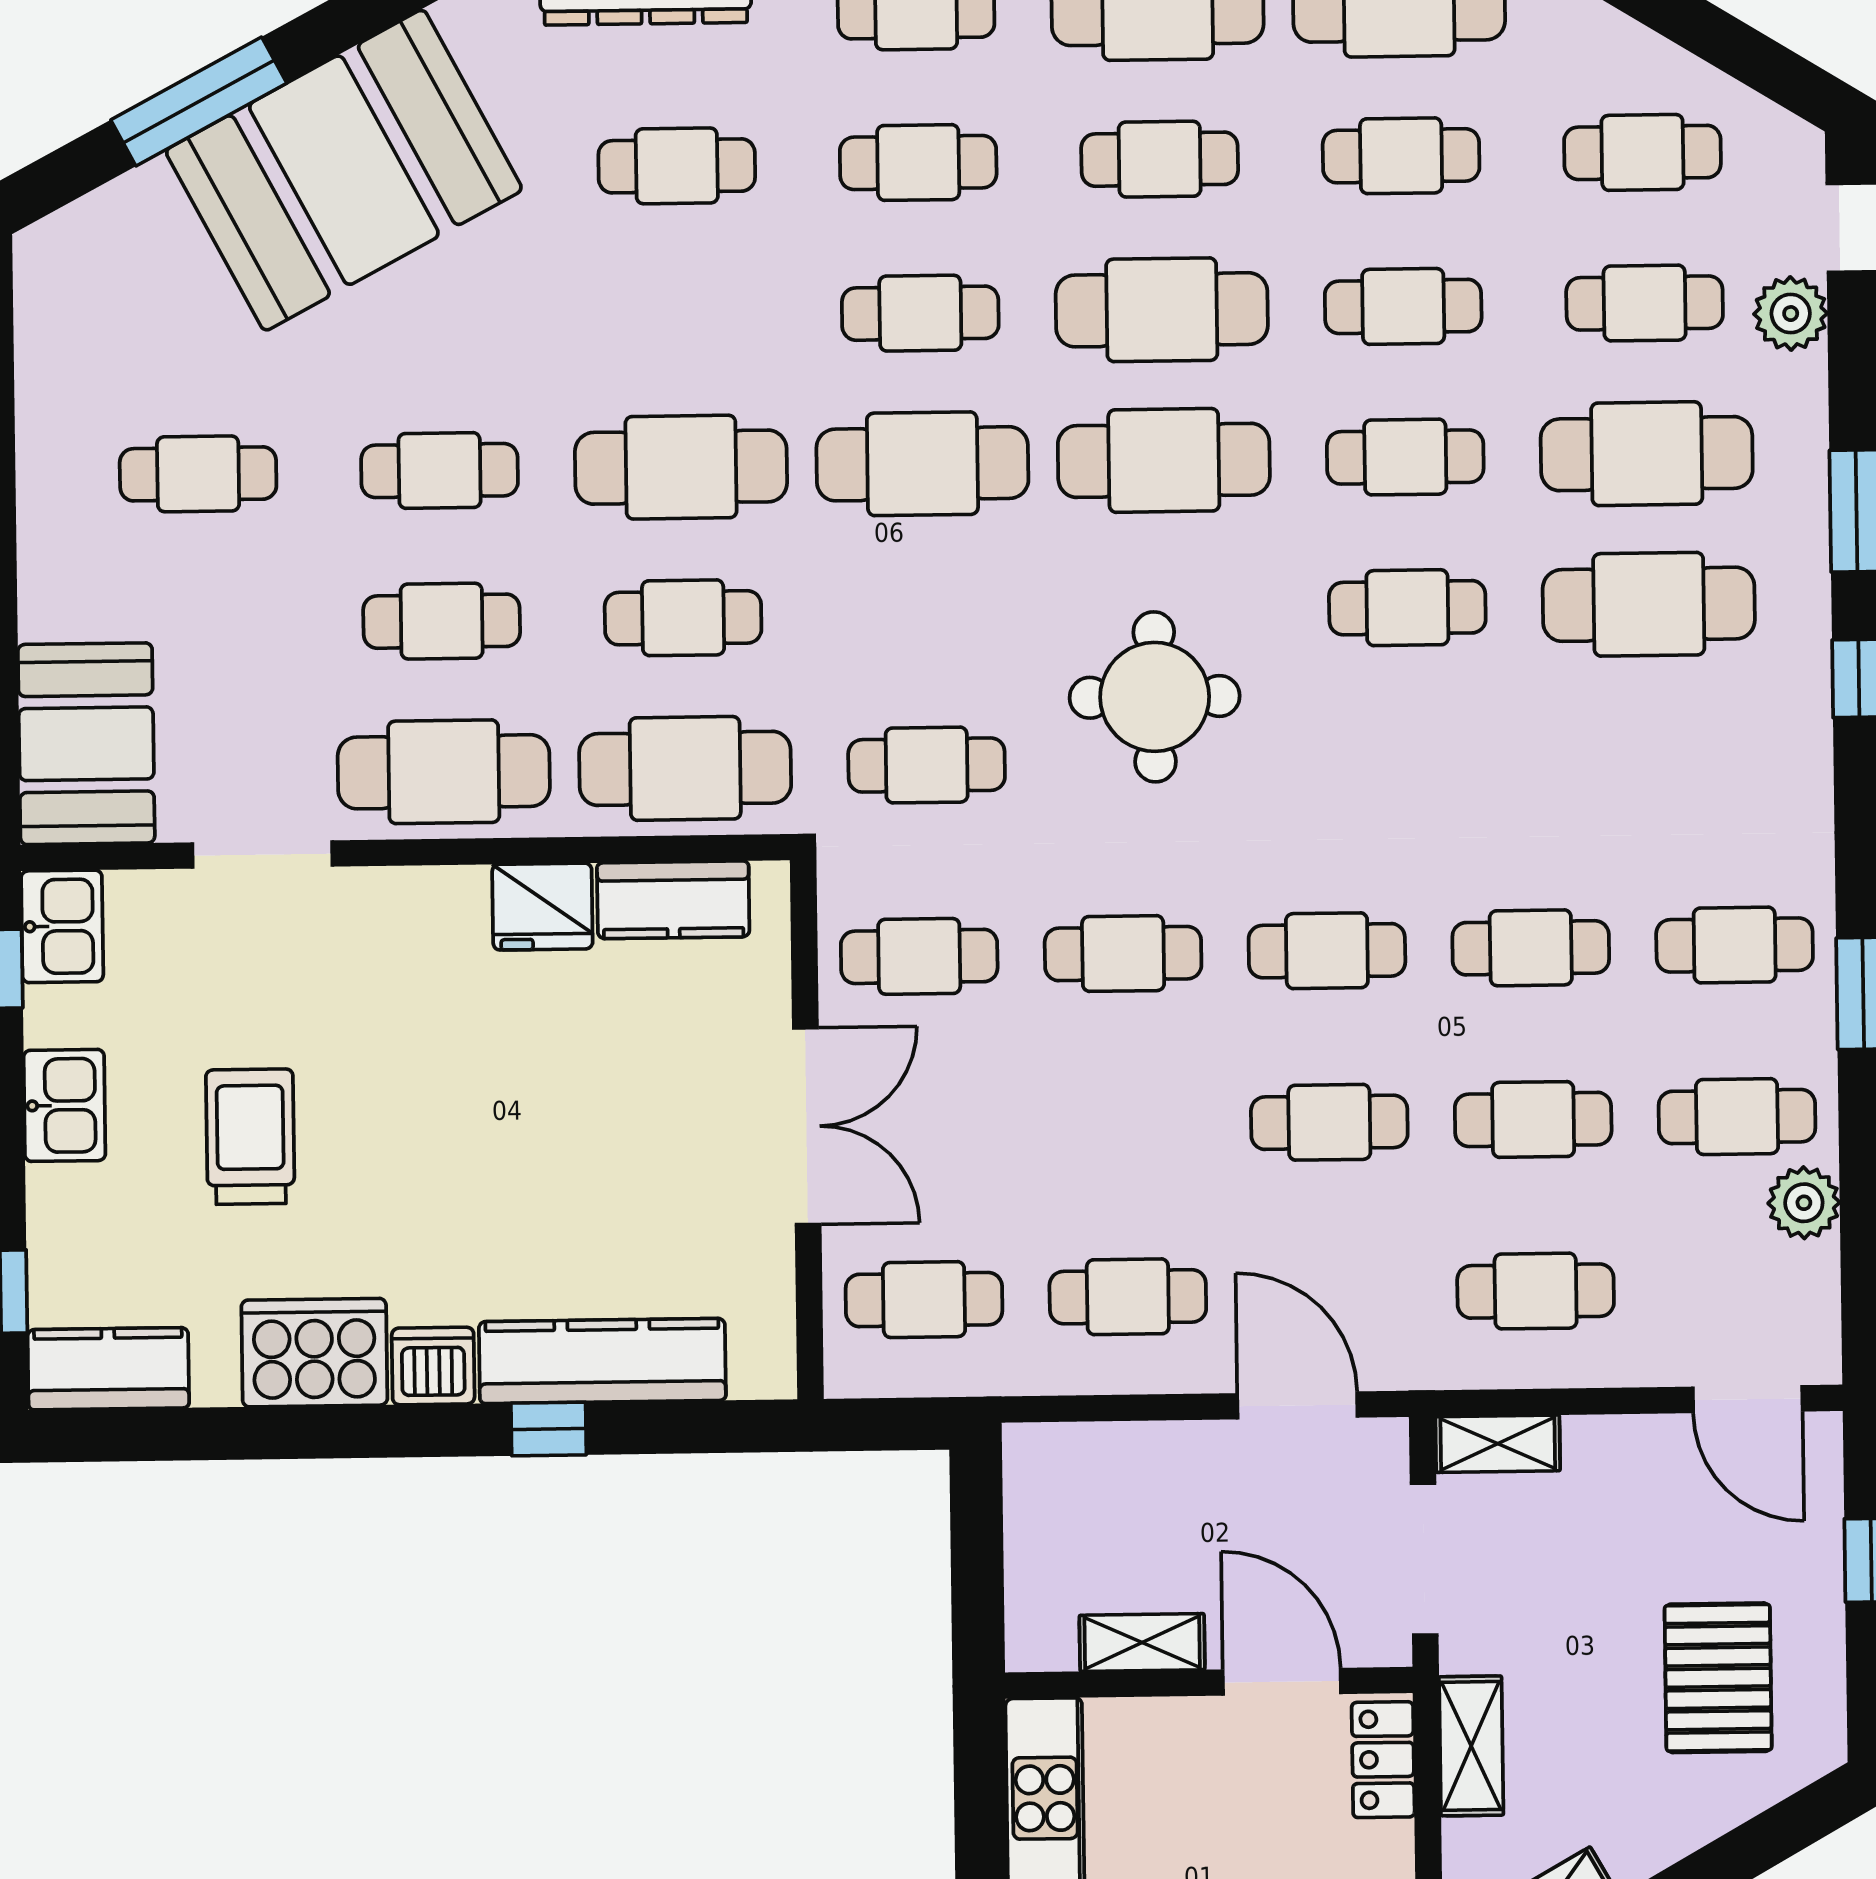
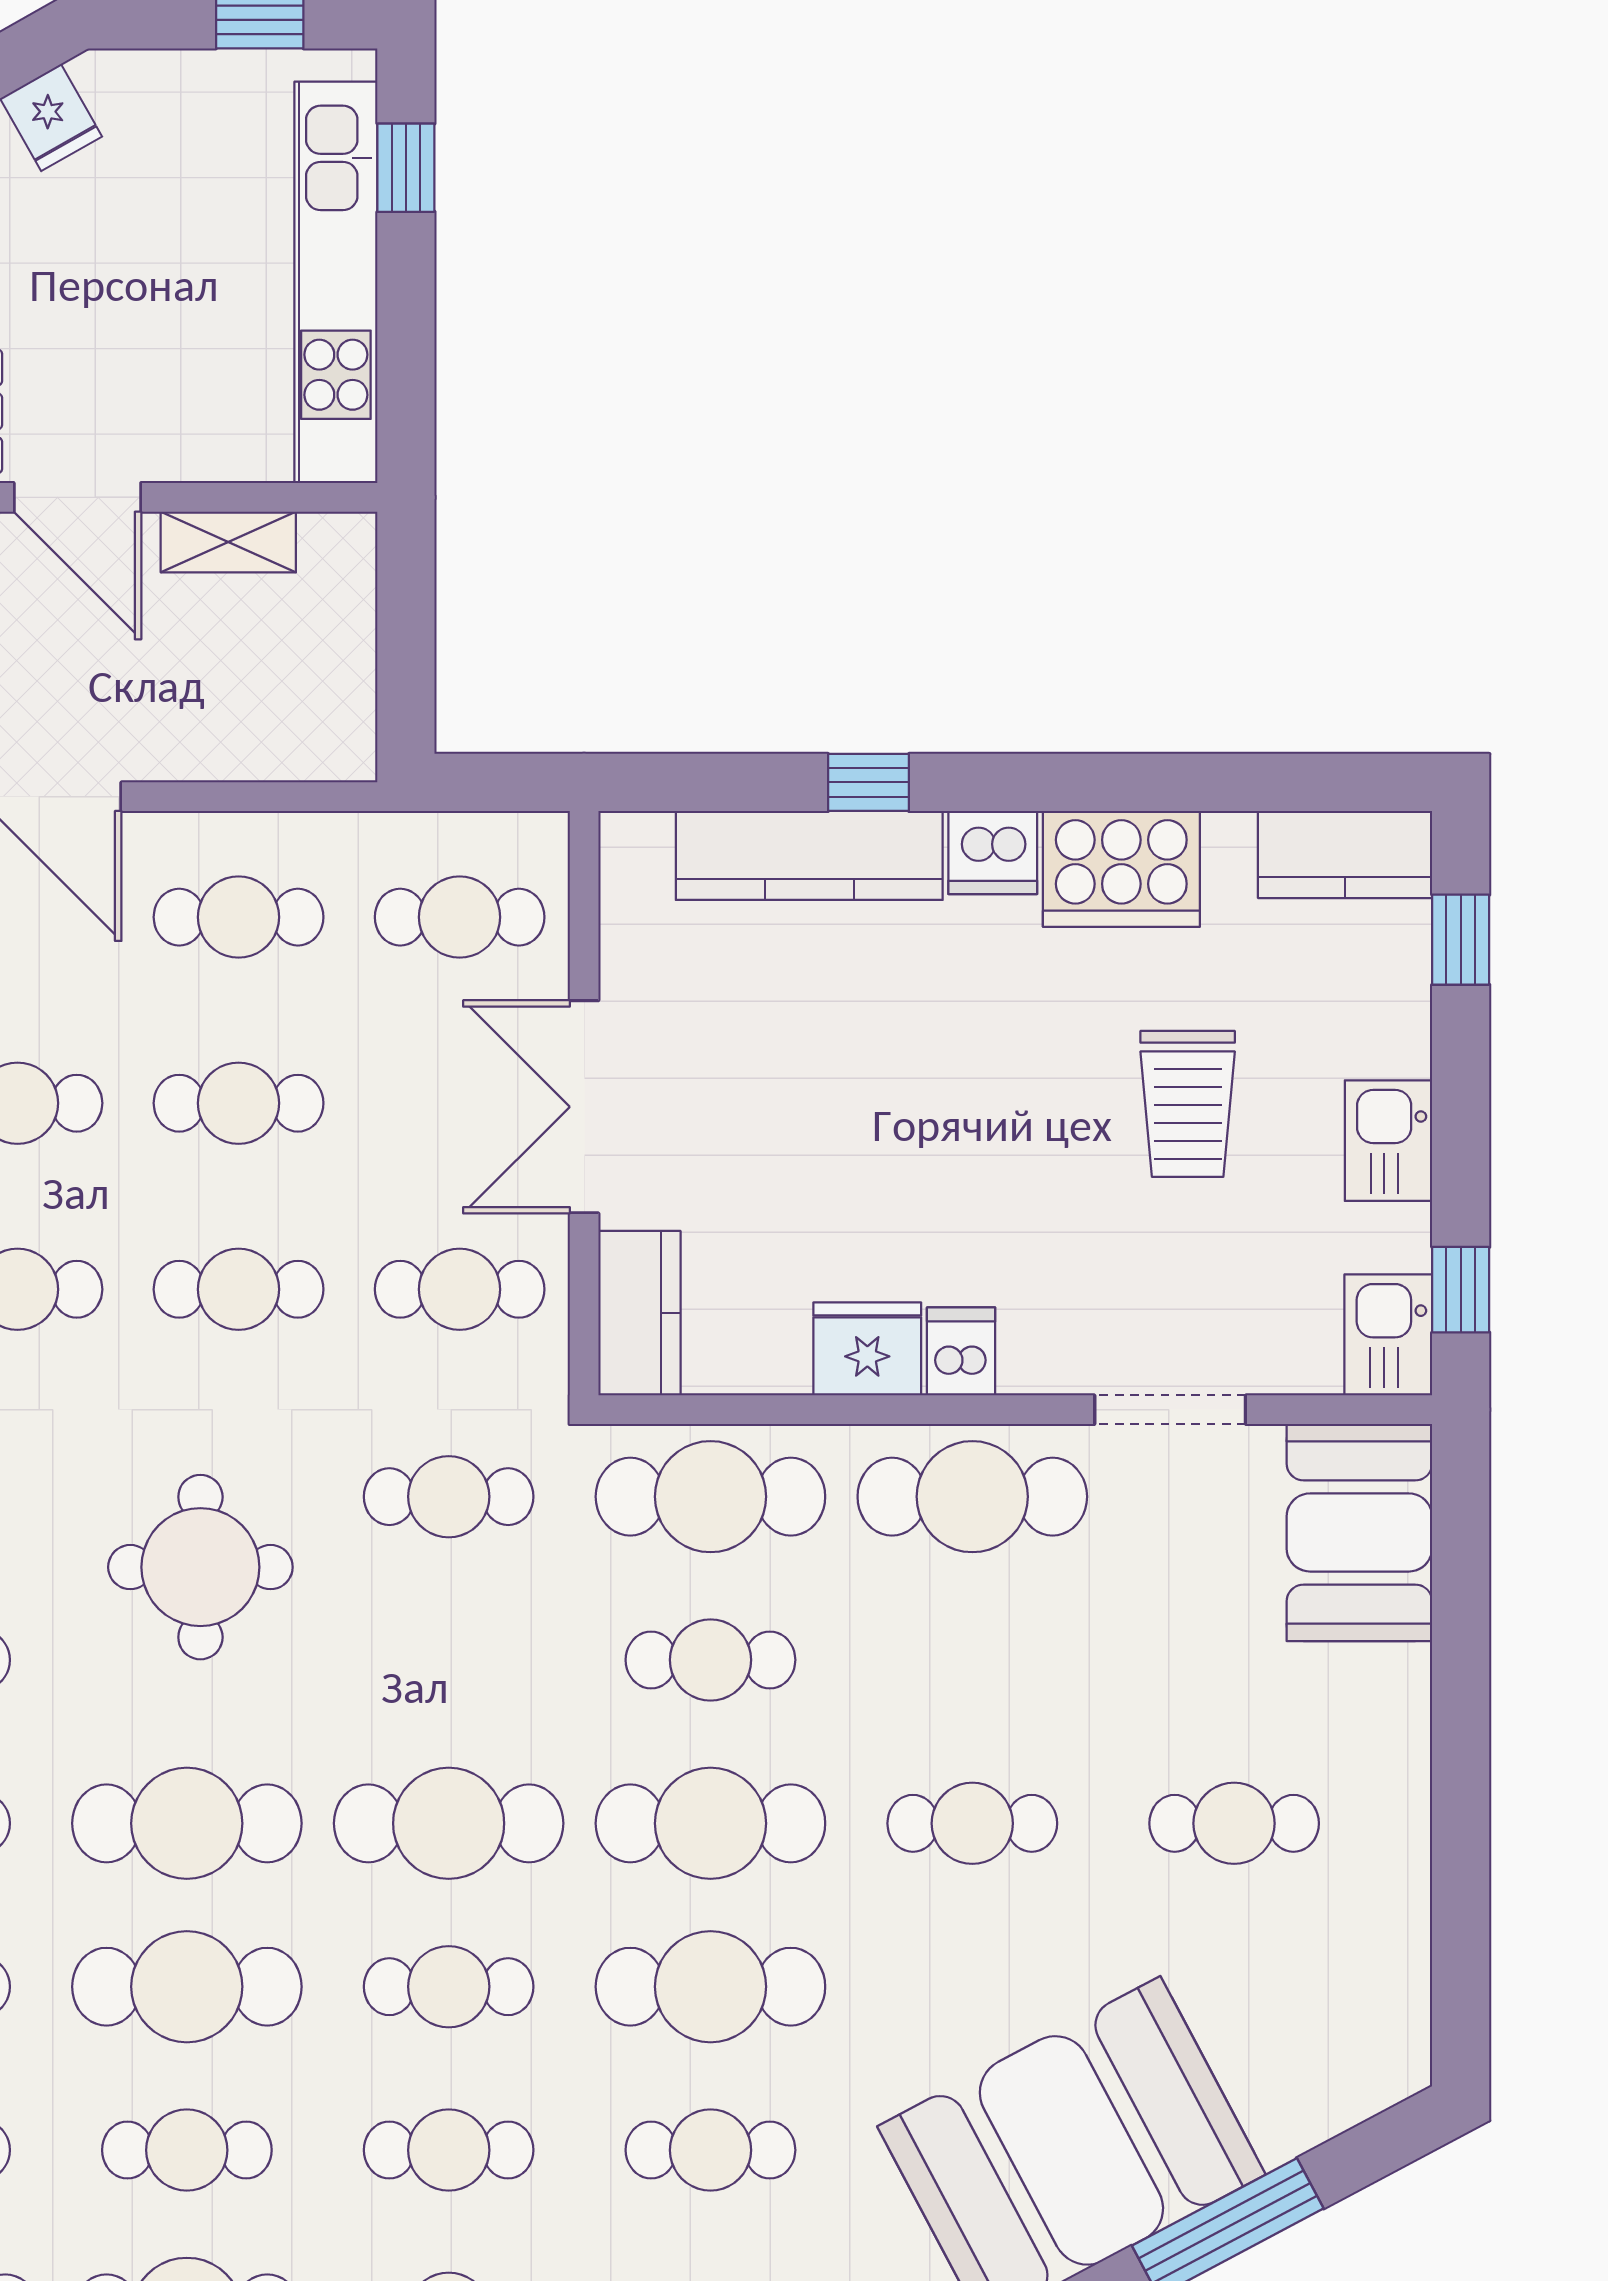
cafe table: (442, 621) -> (710, 1987), moved, width x1.37, depth x1.35
kitchen counter: (673, 900) -> (639, 1313), moved, turned 90
dishwasher: (456, 906) -> (961, 1351), added
cafe table: (1125, 1125) -> (239, 1103), added

